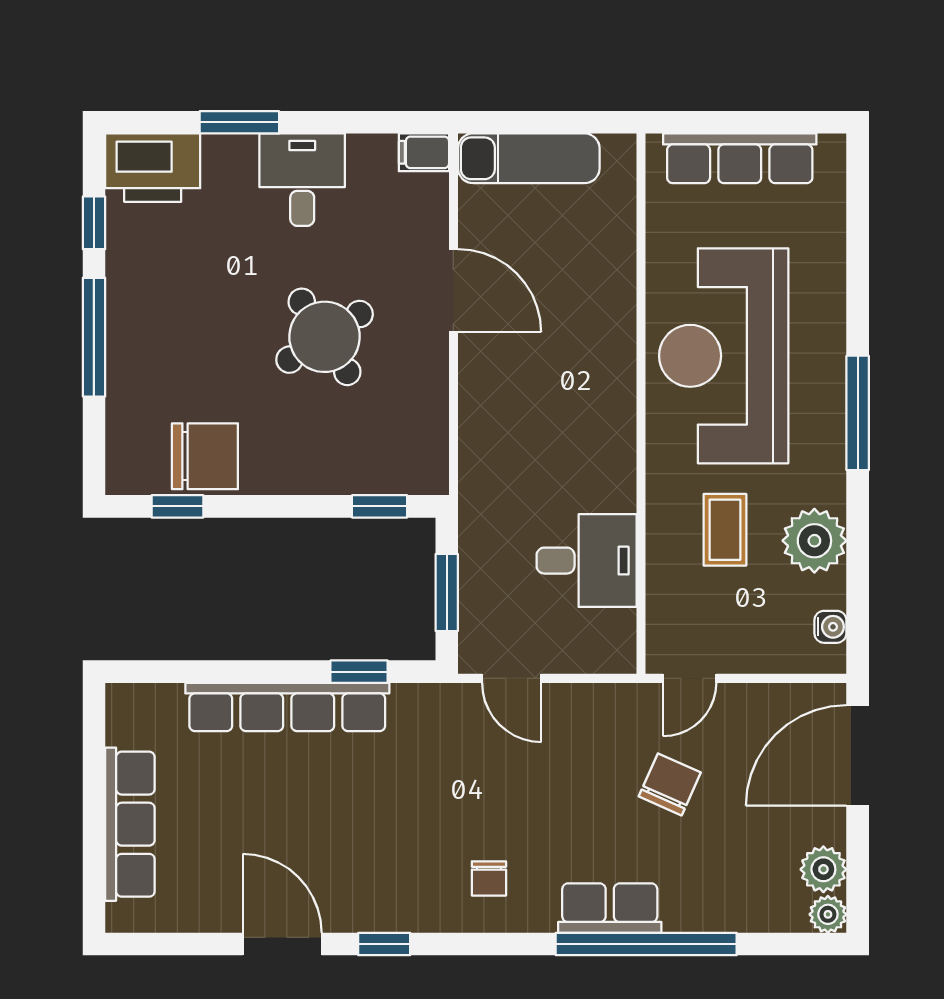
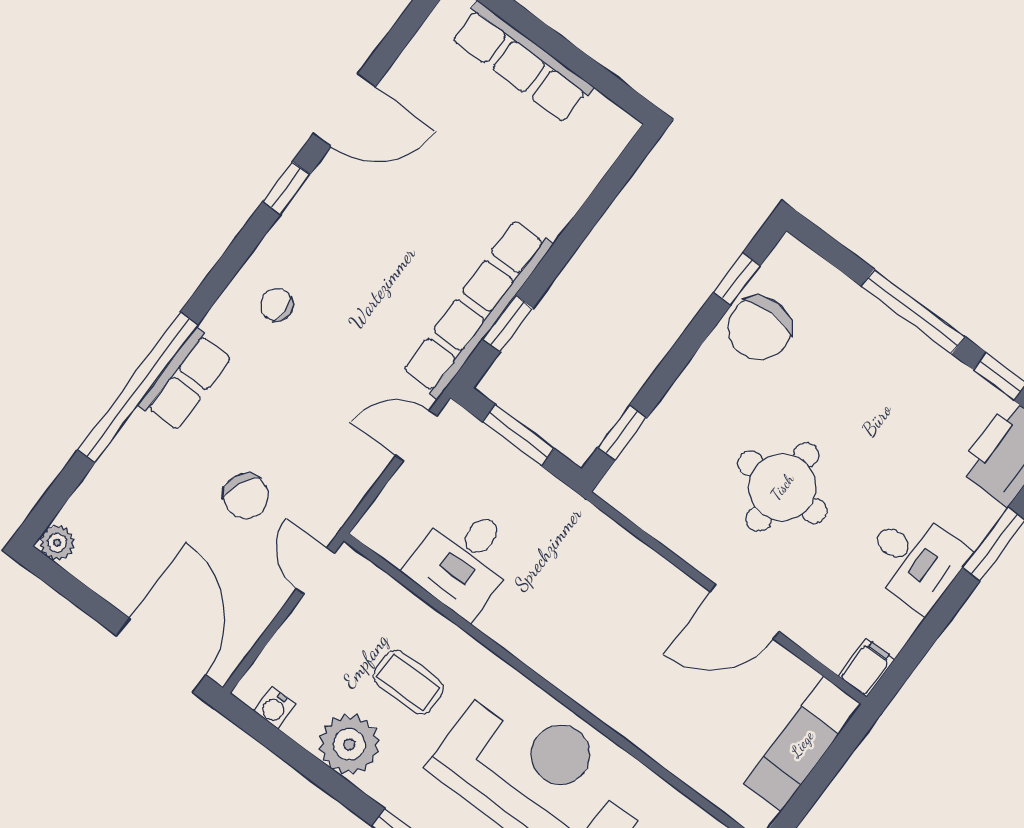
round table: (325, 337) -> (782, 487), turned 33
row of seats: (287, 707) -> (477, 308), moved
plant: (823, 869) -> (94, 565), removed

